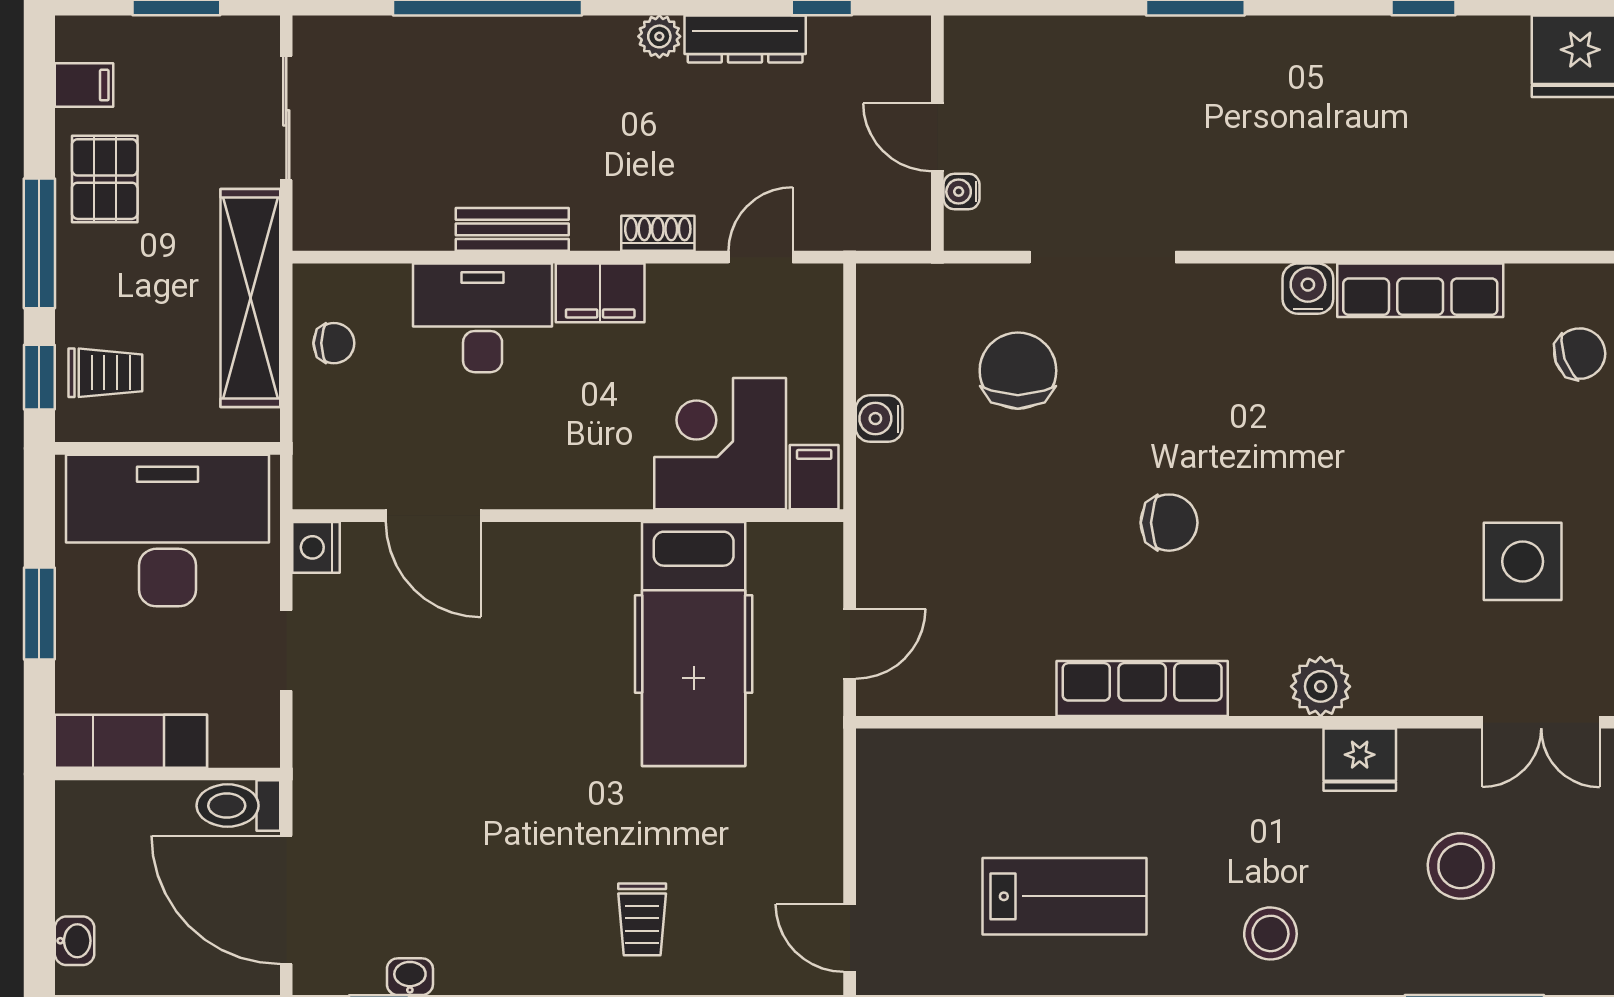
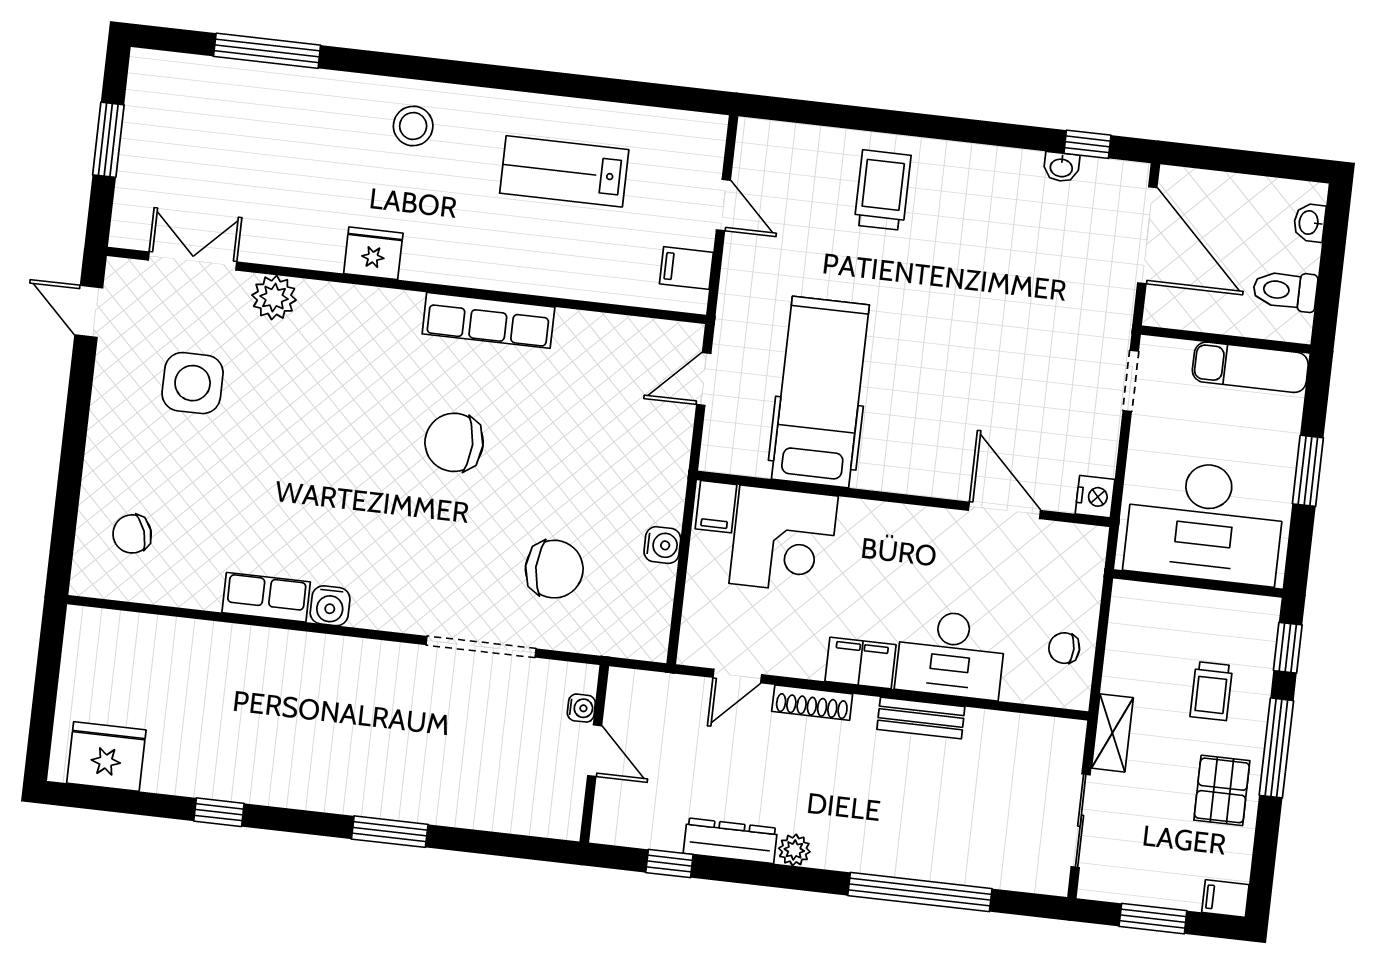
filing cabinet: (84, 85) -> (1225, 899), moved
shoe rack: (658, 233) -> (812, 703), width x1.43
row of seats: (1420, 290) -> (266, 597), width x0.68
shelving: (250, 298) -> (1112, 733), width x0.45, depth x0.75
chair: (1018, 371) -> (554, 569), turned -90
trolley: (105, 373) -> (1211, 691), moved, turned -90
chair: (1169, 523) -> (454, 442), width x1.37, depth x1.37
doorway: (286, 650) -> (1131, 381), moved
plant: (1321, 686) -> (274, 298), moved
fridge: (1360, 760) -> (373, 253), moved
filing cabinet: (889, 787) -> (686, 268), added
toilet: (238, 806) -> (1285, 291), moved, turned 180
stool: (1461, 866) -> (265, 160), removed
trolley: (642, 919) -> (883, 190), width x1.36, depth x1.39
door: (850, 938) -> (723, 205), moved

